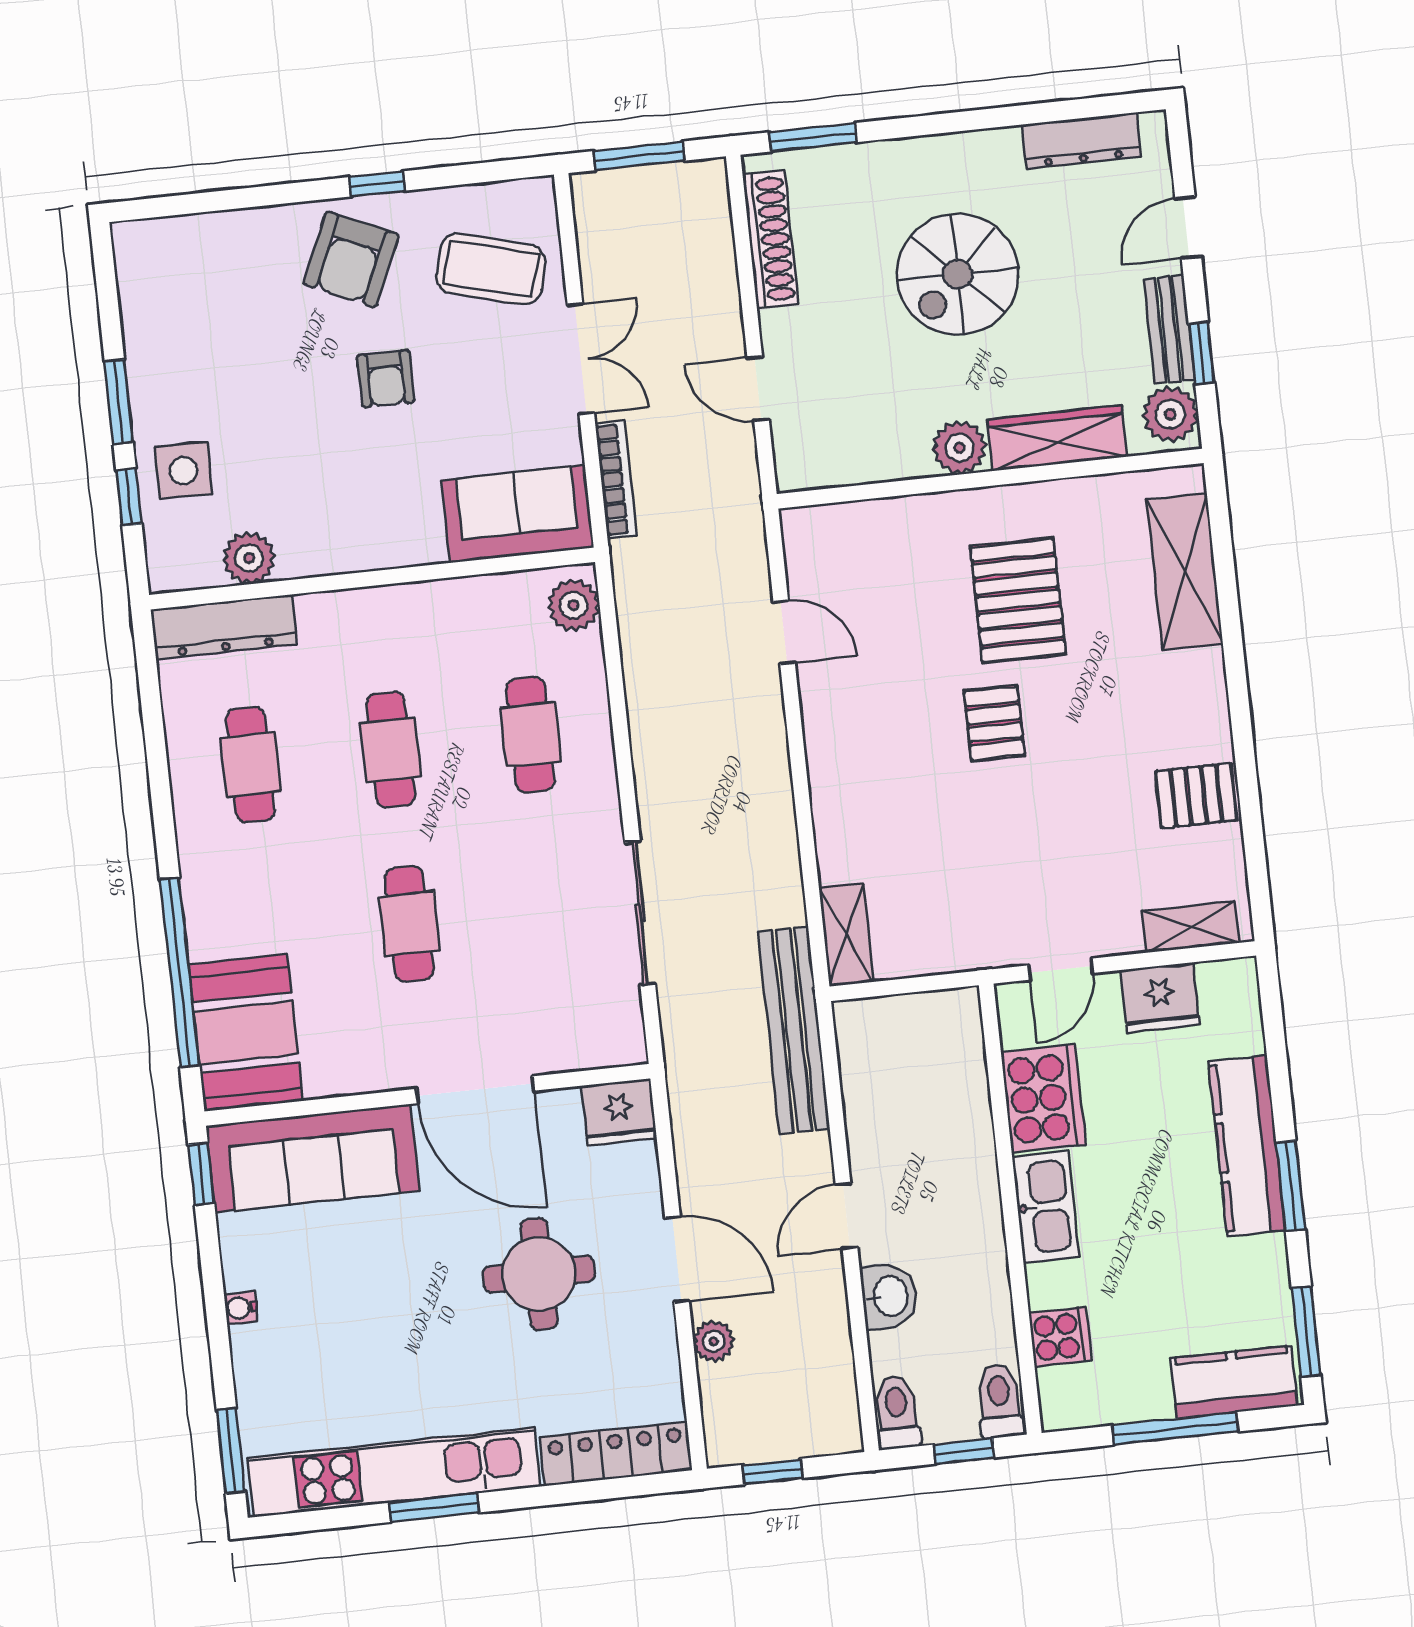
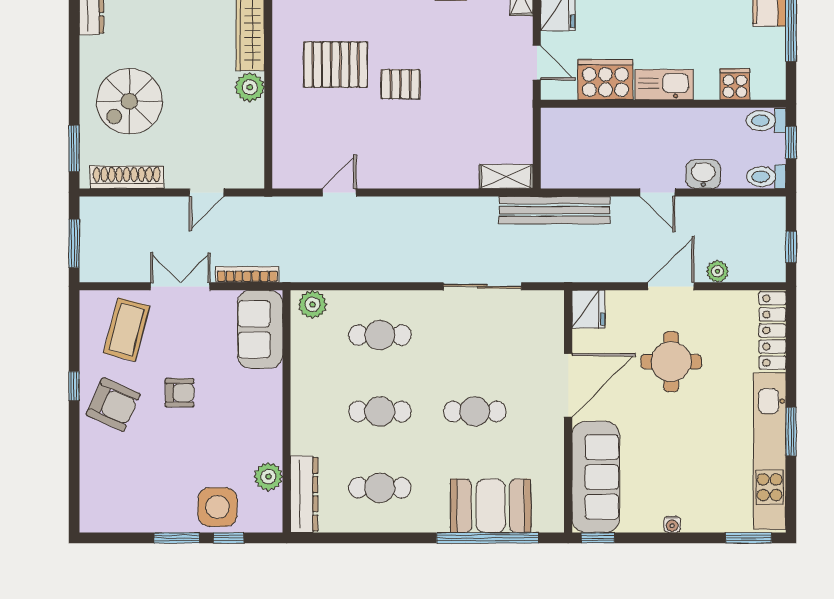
spiral stairs: (958, 274) -> (129, 101), moved, turned 90
side table: (183, 471) -> (217, 507), width x1.37, depth x1.37
booth: (246, 1033) -> (491, 506), moved

